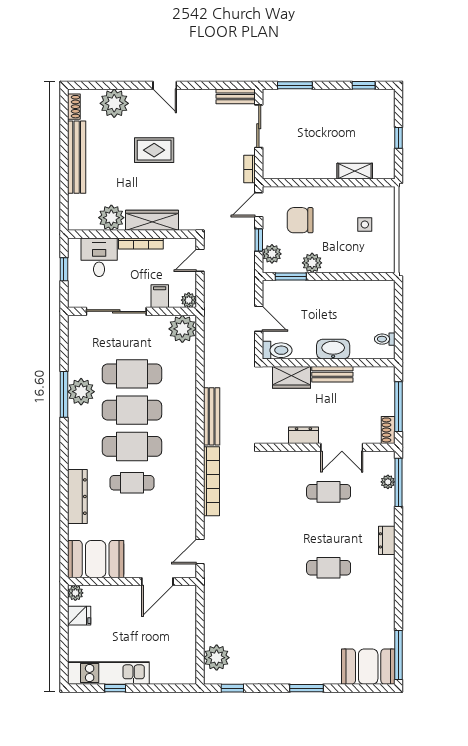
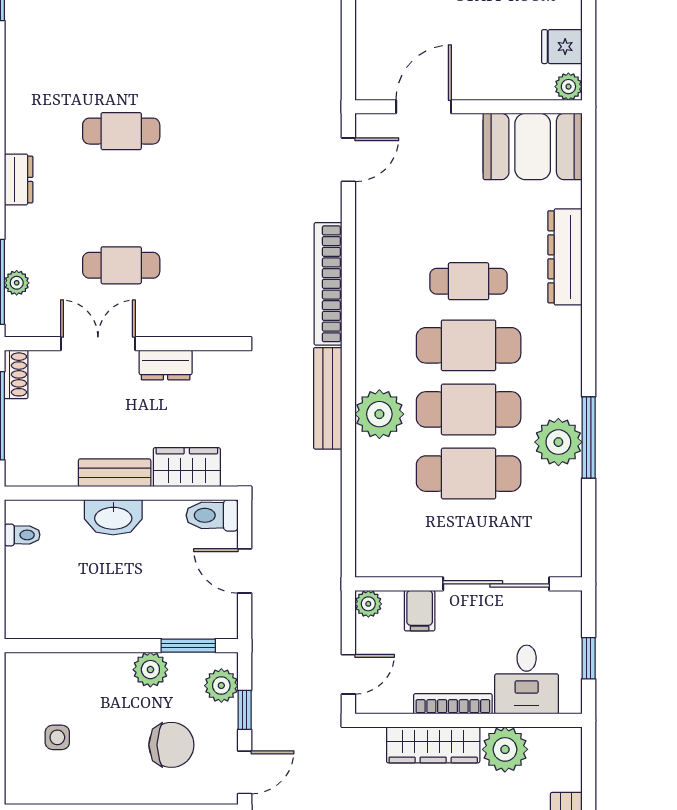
plant: (182, 329) -> (379, 414), moved

